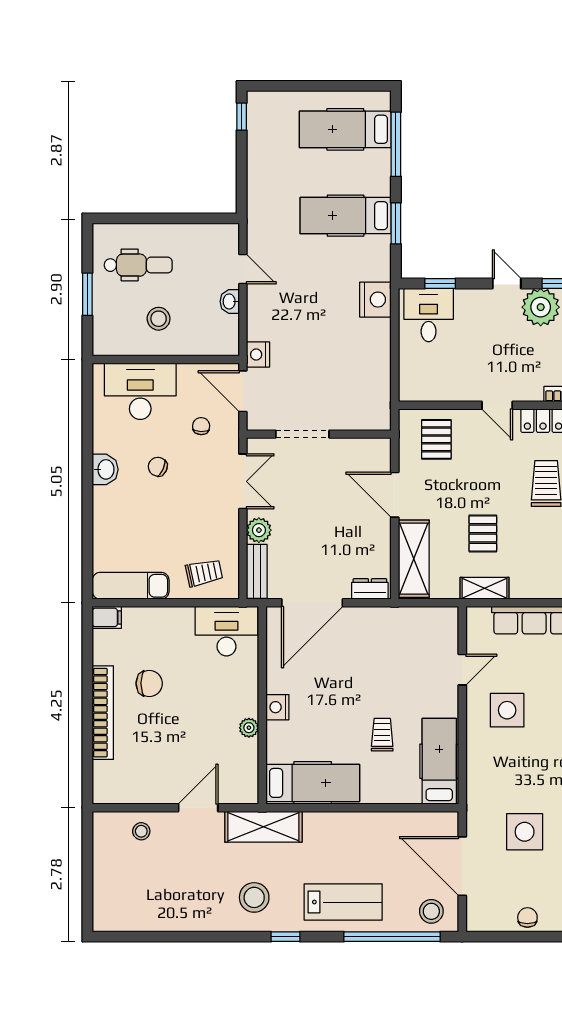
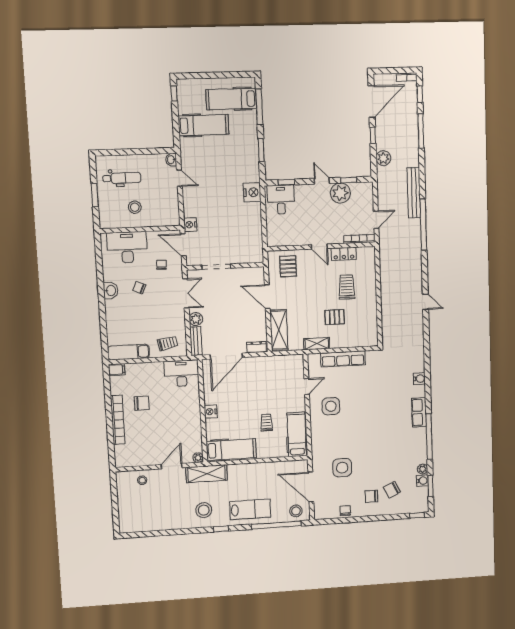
hospital bed: (346, 216) -> (203, 125), moved, turned 180
washbasin: (230, 301) -> (171, 160), moved
pallet: (483, 533) -> (335, 317), moved, turned 90
plant: (249, 728) -> (198, 458), moved

